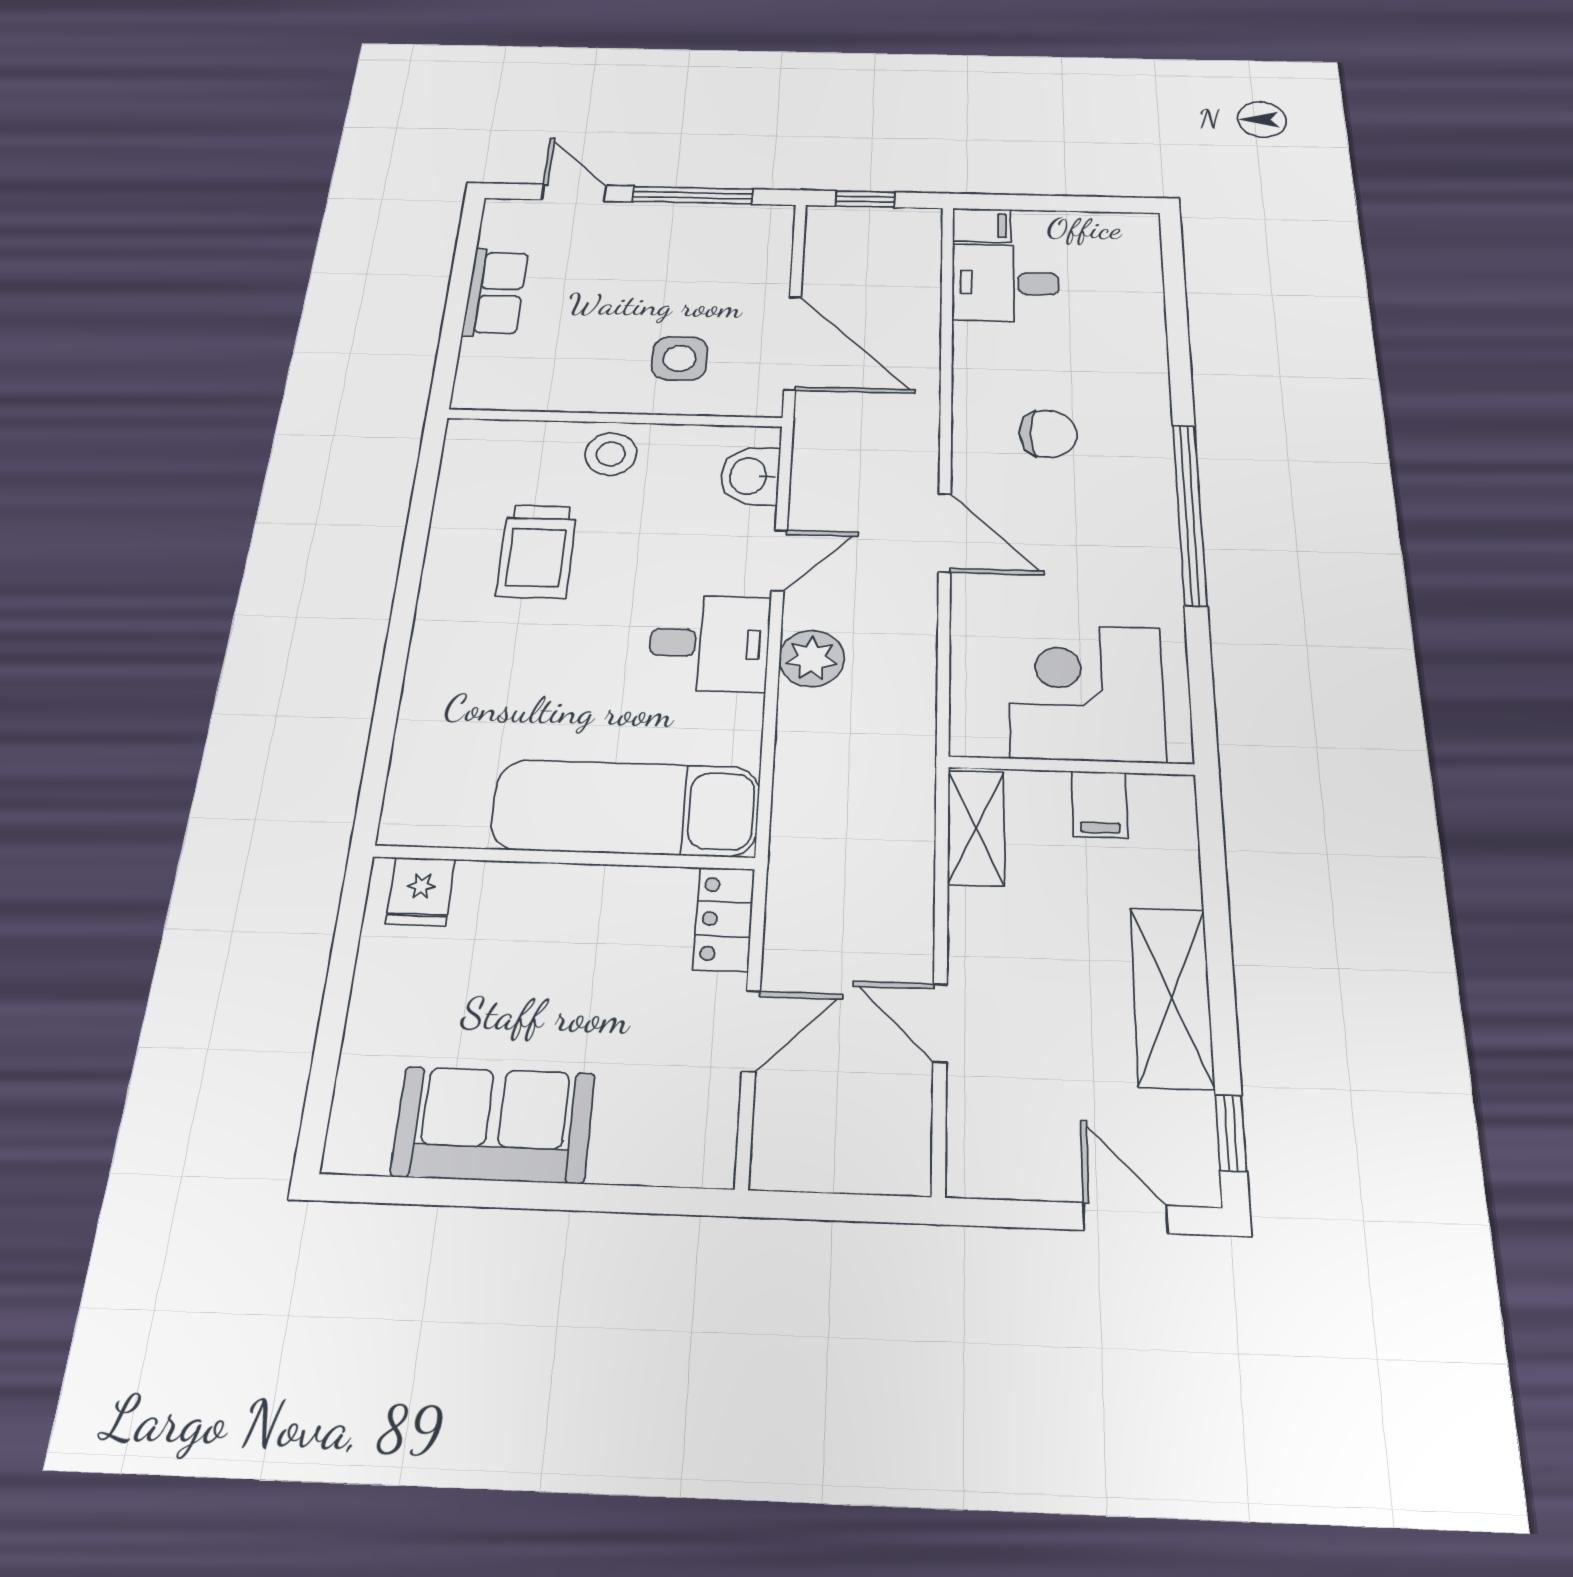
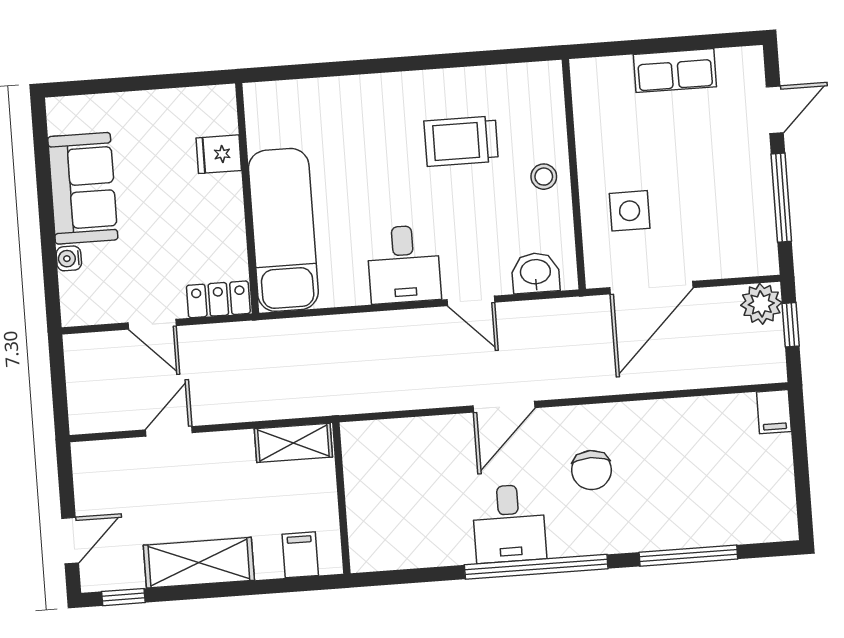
desk: (1005, 283) -> (509, 524), moved, turned 180
window: (1178, 333) -> (688, 556), added
stool: (611, 454) -> (544, 177), width x0.73, depth x0.73
plant: (812, 659) -> (761, 304), moved
corner desk: (1086, 692) -> (394, 505), removed
filing cabinet: (1099, 804) -> (300, 555), moved, turned 90
fridge: (421, 891) -> (219, 154), moved
water cooler: (613, 1163) -> (69, 258), added

